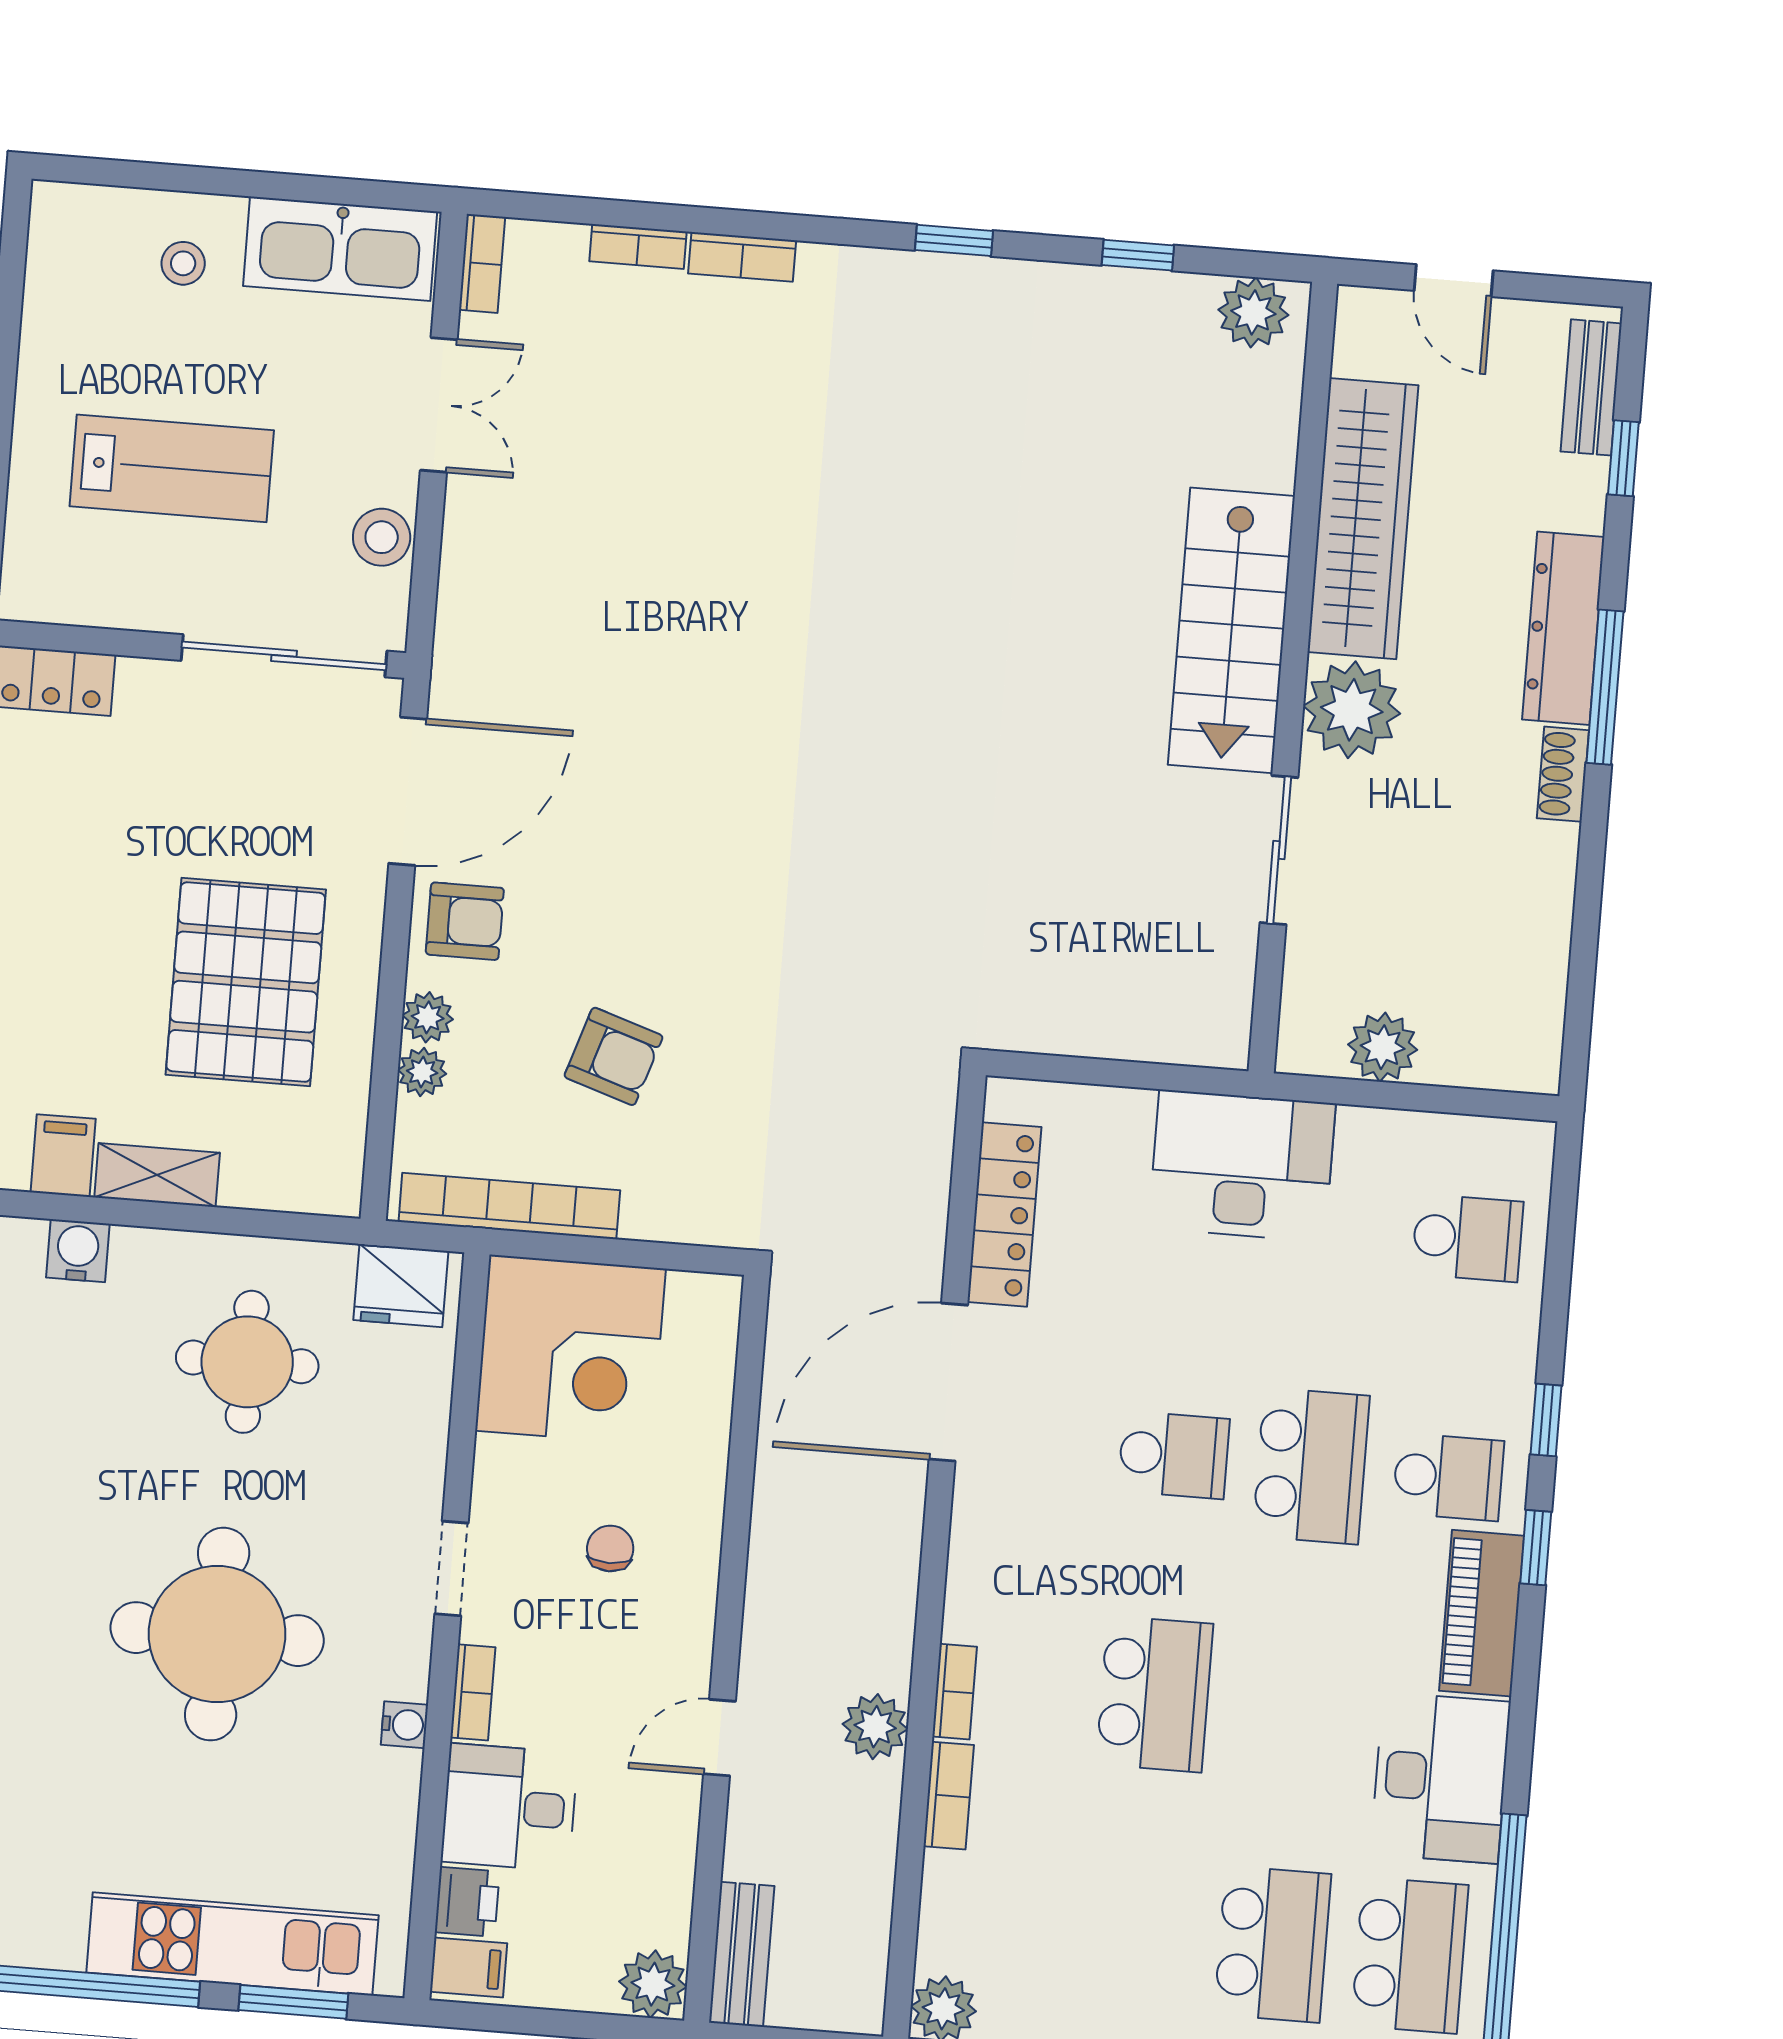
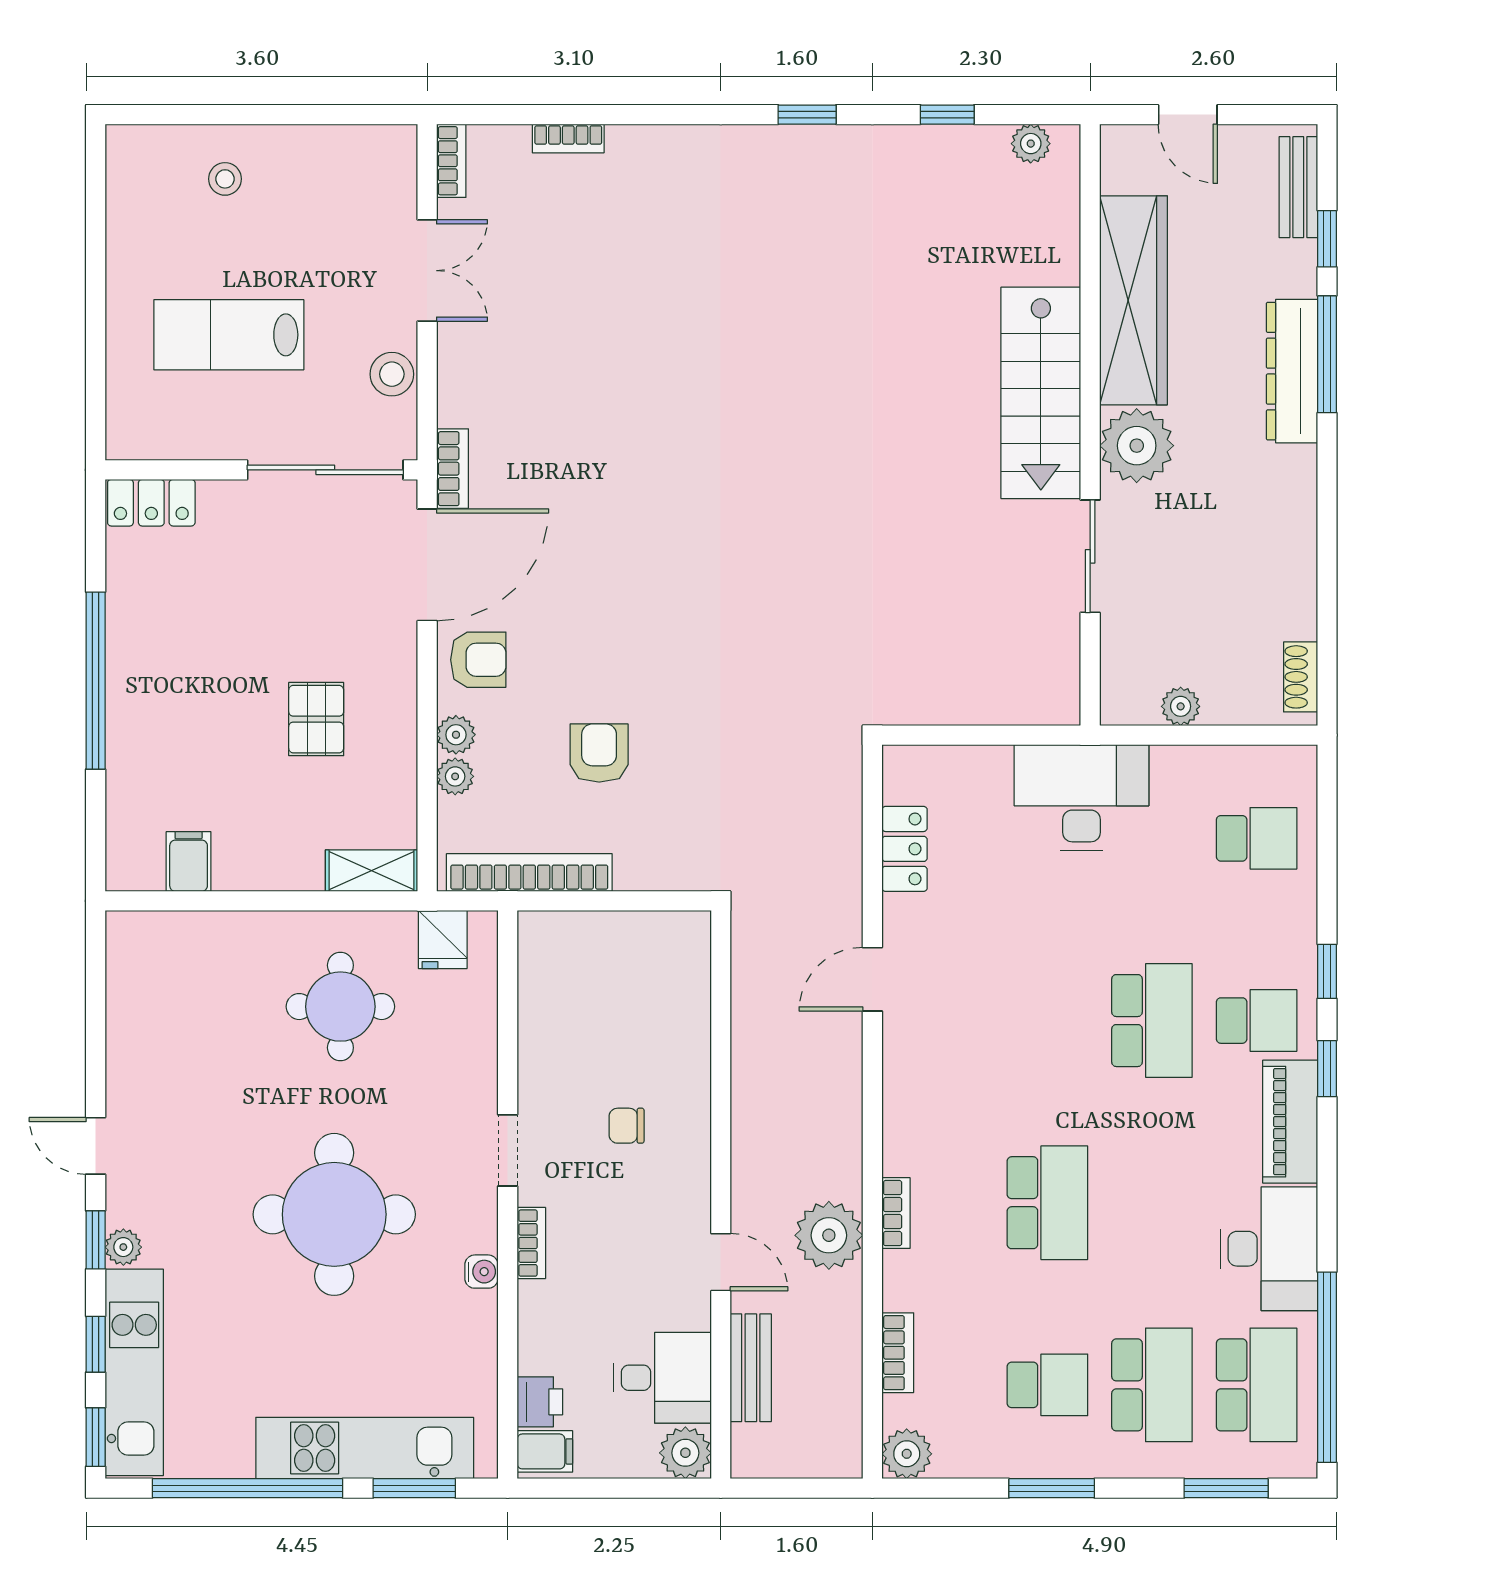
kitchen sink: (340, 249) -> (343, 158), removed
bookcase: (742, 257) -> (453, 469), moved, turned -90
plant: (1253, 312) -> (1031, 144), width x0.73, depth x0.73
lab bench: (172, 468) -> (229, 335), turned 180
window: (1605, 687) -> (1327, 354), moved
shoe rack: (1563, 774) -> (1301, 677), moved
pallet: (246, 982) -> (316, 719), width x0.49, depth x0.50
plant: (1383, 1047) -> (1181, 706), width x0.73, depth x0.73
armchair: (614, 1056) -> (599, 753), turned -108
shelving: (157, 1175) -> (372, 871), moved
locker: (1004, 1215) -> (905, 849), width x0.66
water cooler: (78, 1251) -> (205, 933), removed
fridge: (401, 1286) -> (443, 939), width x0.72
corner desk: (570, 1350) -> (584, 978), removed
door: (948, 1382) -> (872, 979), width x0.53
school desk: (1174, 1455) -> (1047, 1385), moved
chair: (610, 1549) -> (627, 1126), turned -90
plant: (875, 1727) -> (829, 1235), width x1.36, depth x1.36
door: (719, 1738) -> (721, 1262), swing flipped
bookcase: (949, 1796) -> (898, 1353), moved
desk: (509, 1807) -> (662, 1378), moved, turned 180
bench: (742, 1954) -> (751, 1368), moved

